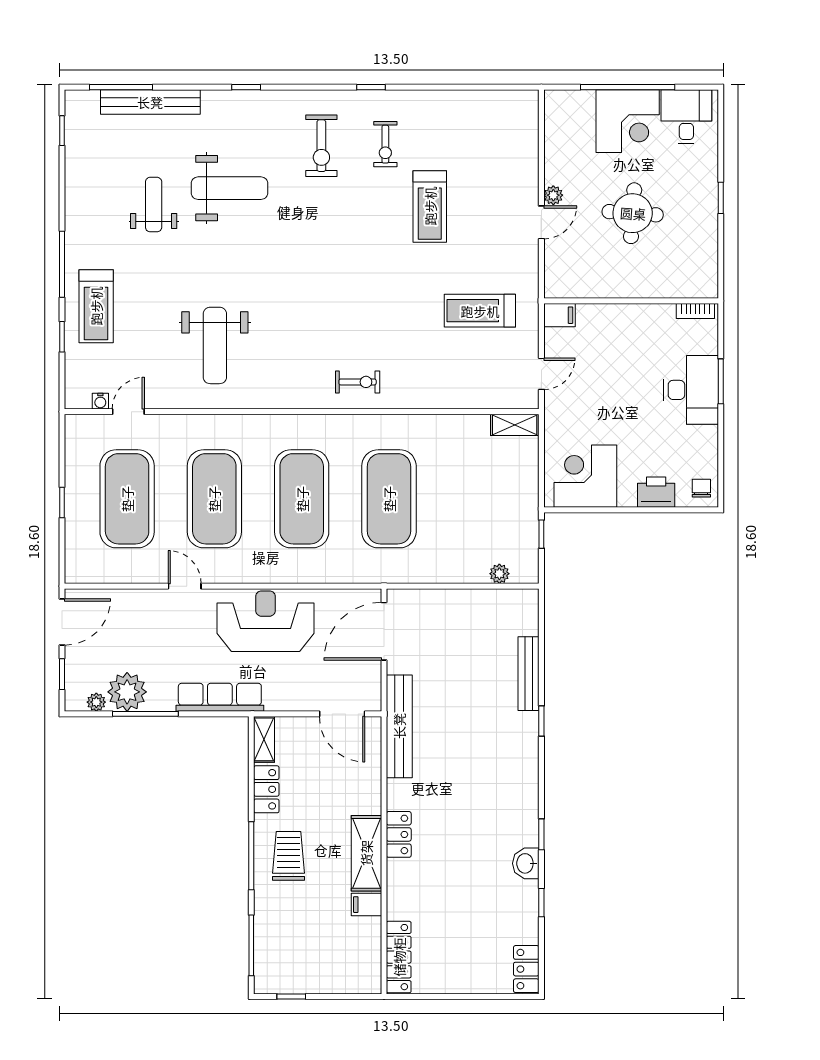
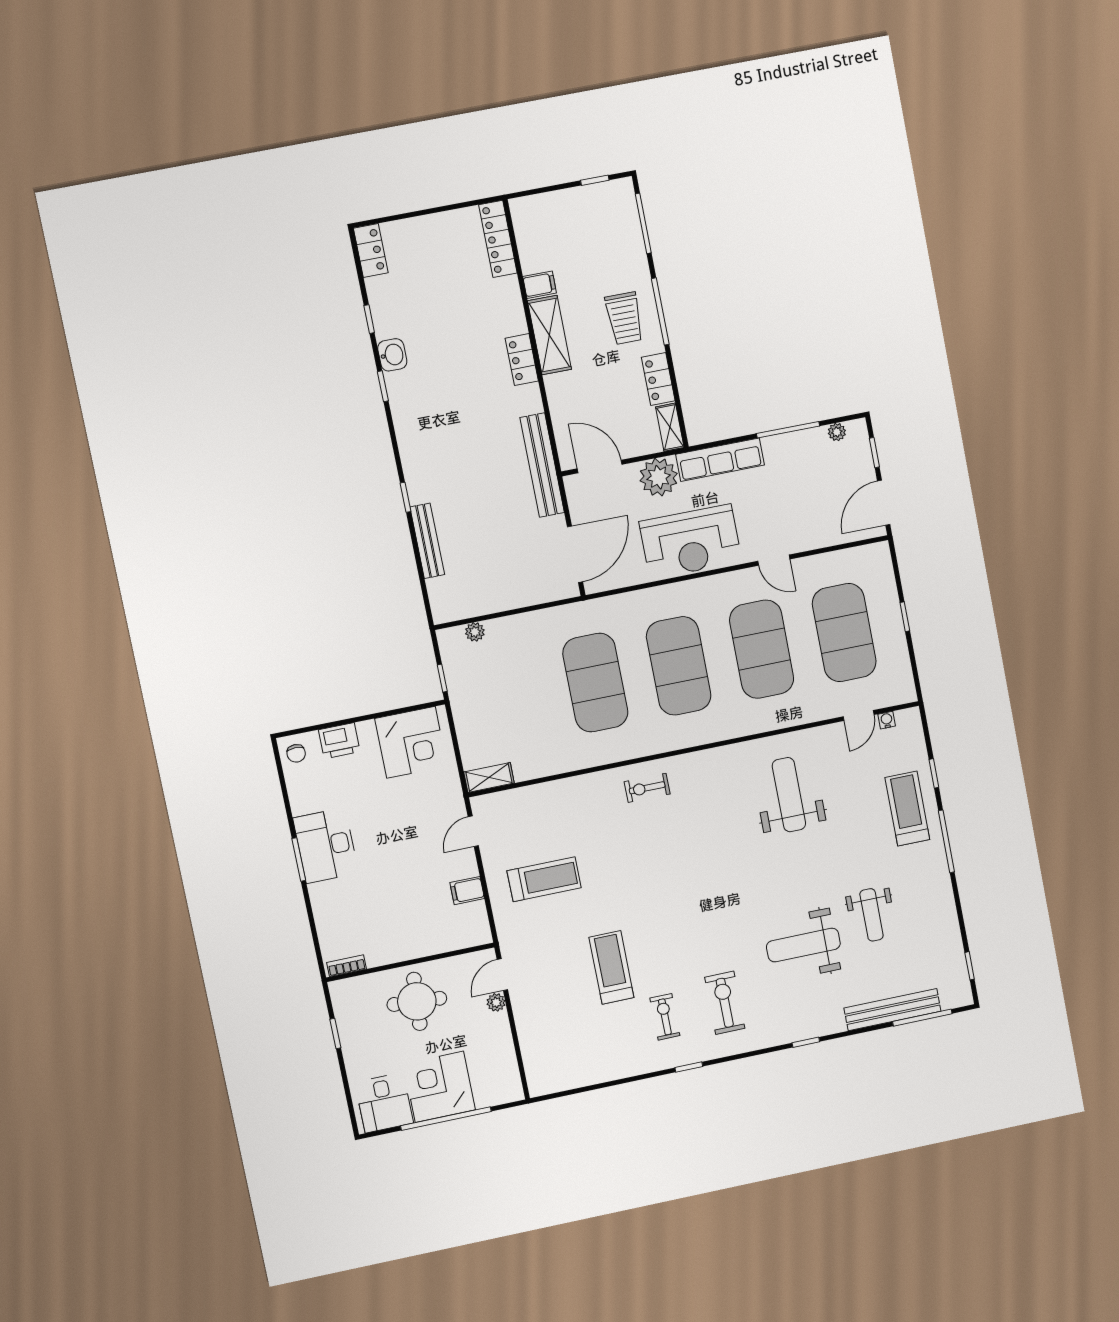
wall: (631, 301) -> (410, 962), moved
bookcase: (695, 311) -> (347, 966), moved
plant: (127, 692) -> (659, 477), moved

